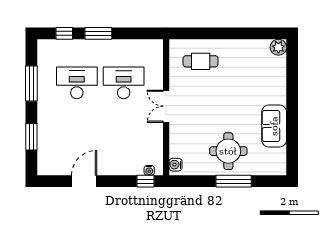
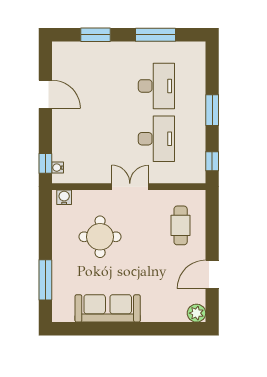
window: (64, 33) -> (212, 161), moved
door: (244, 33) -> (212, 274), added
sofa: (274, 126) -> (108, 308), width x1.36
round table: (228, 151) -> (100, 237), moved
window: (234, 181) -> (45, 280), moved

